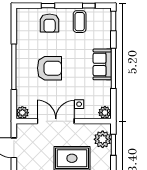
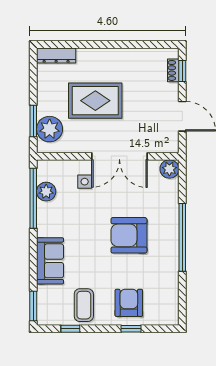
sofa: (102, 64) -> (50, 261), moved
window: (113, 68) -> (33, 198), moved
plant: (105, 113) -> (46, 192), moved

